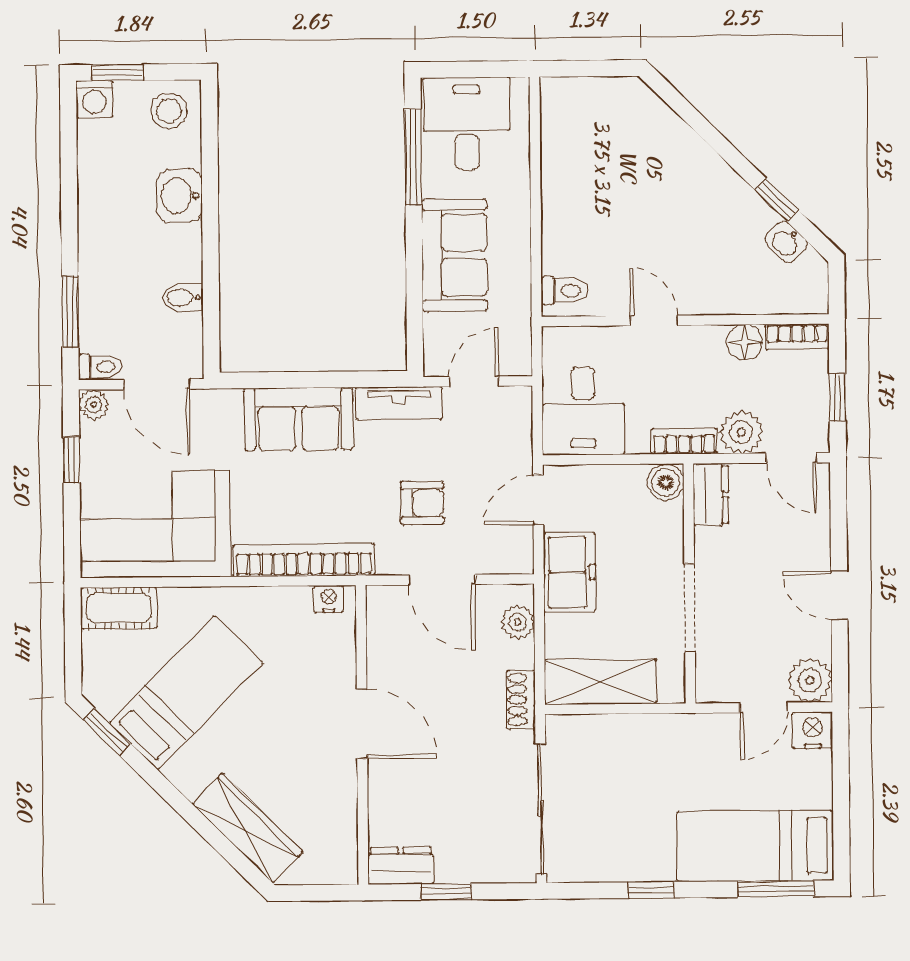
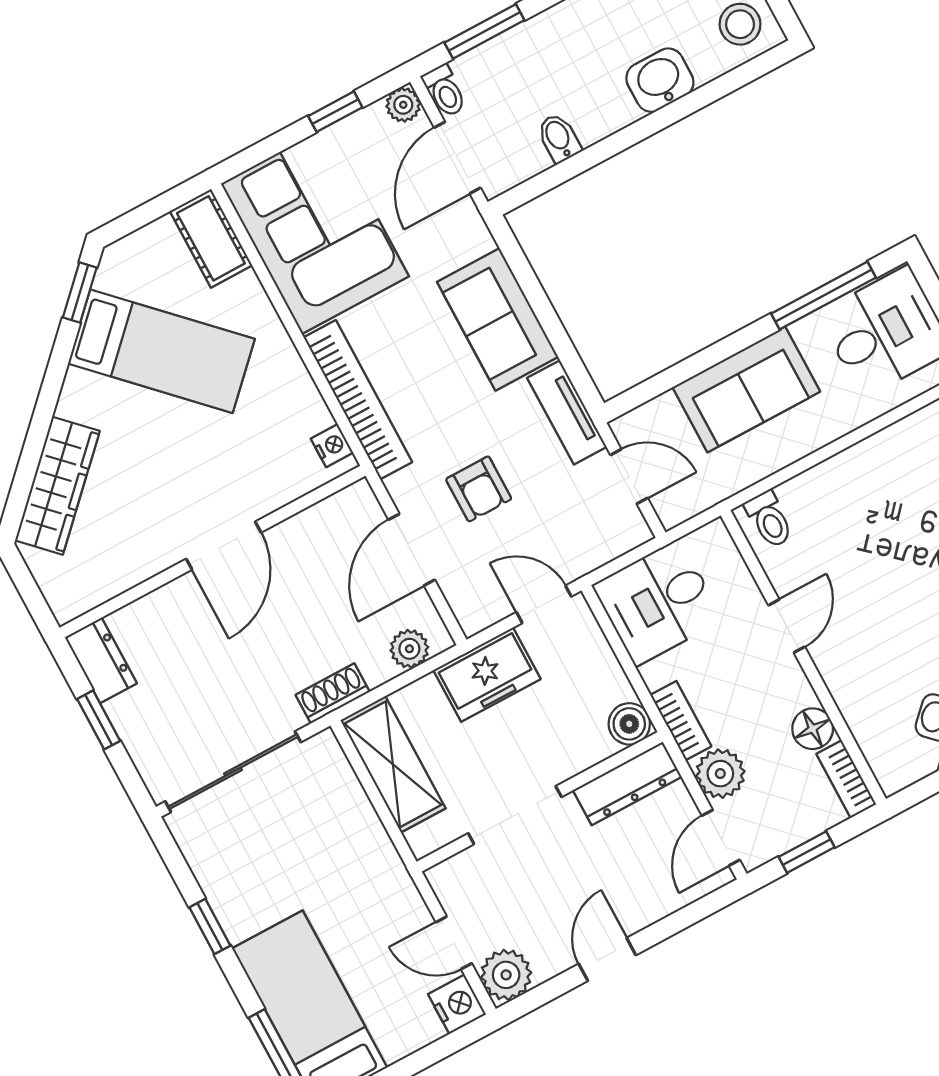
dresser: (711, 495) -> (627, 784), width x1.44

